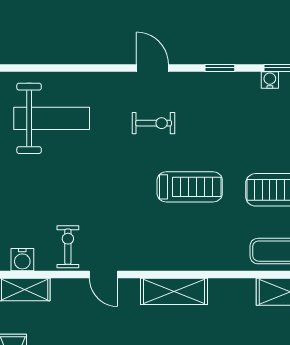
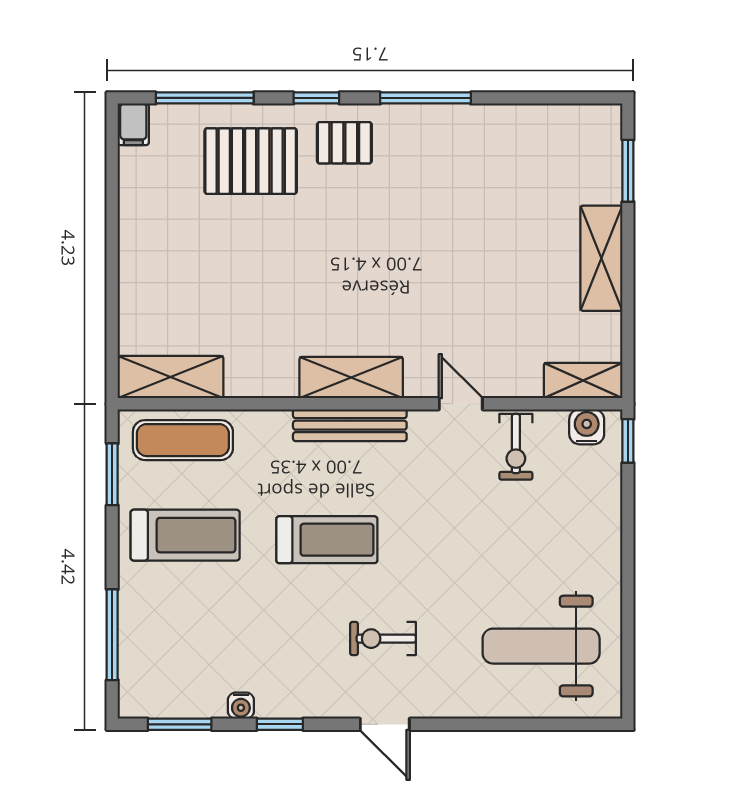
water cooler: (270, 80) -> (241, 706), moved
treadmill: (190, 187) -> (327, 540), turned 180
bench: (175, 261) -> (350, 425), added

